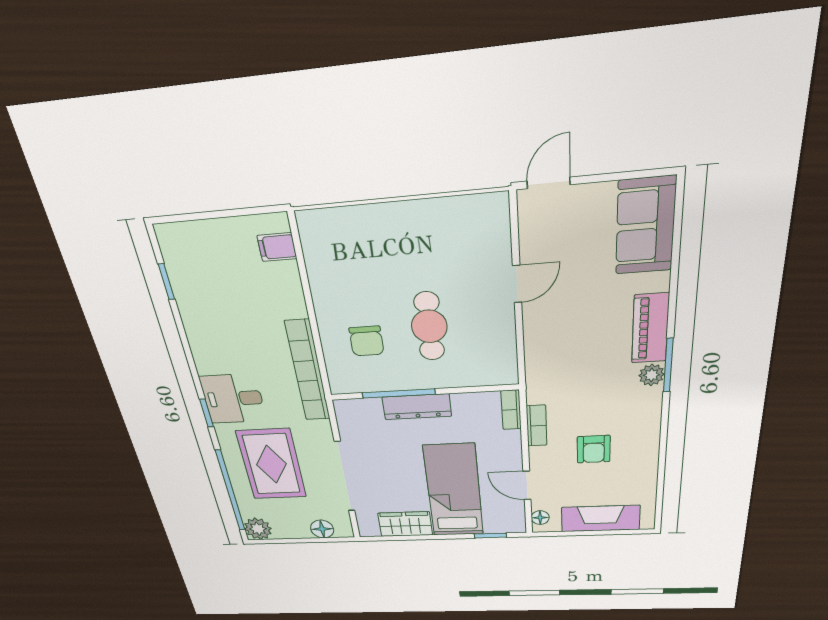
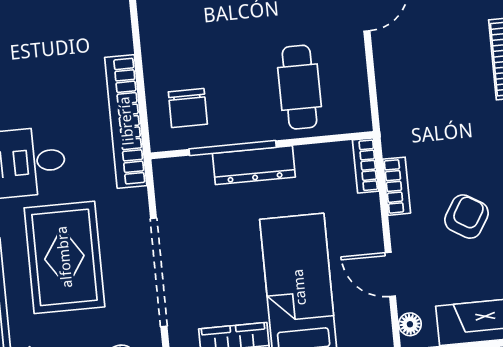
cafe table: (429, 326) -> (300, 87), moved
chair: (367, 341) -> (188, 108), moved
armchair: (594, 449) -> (467, 217), turned -149

